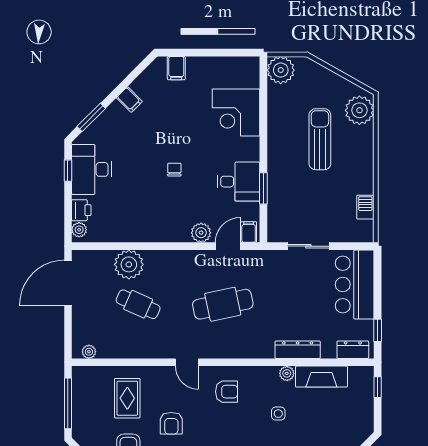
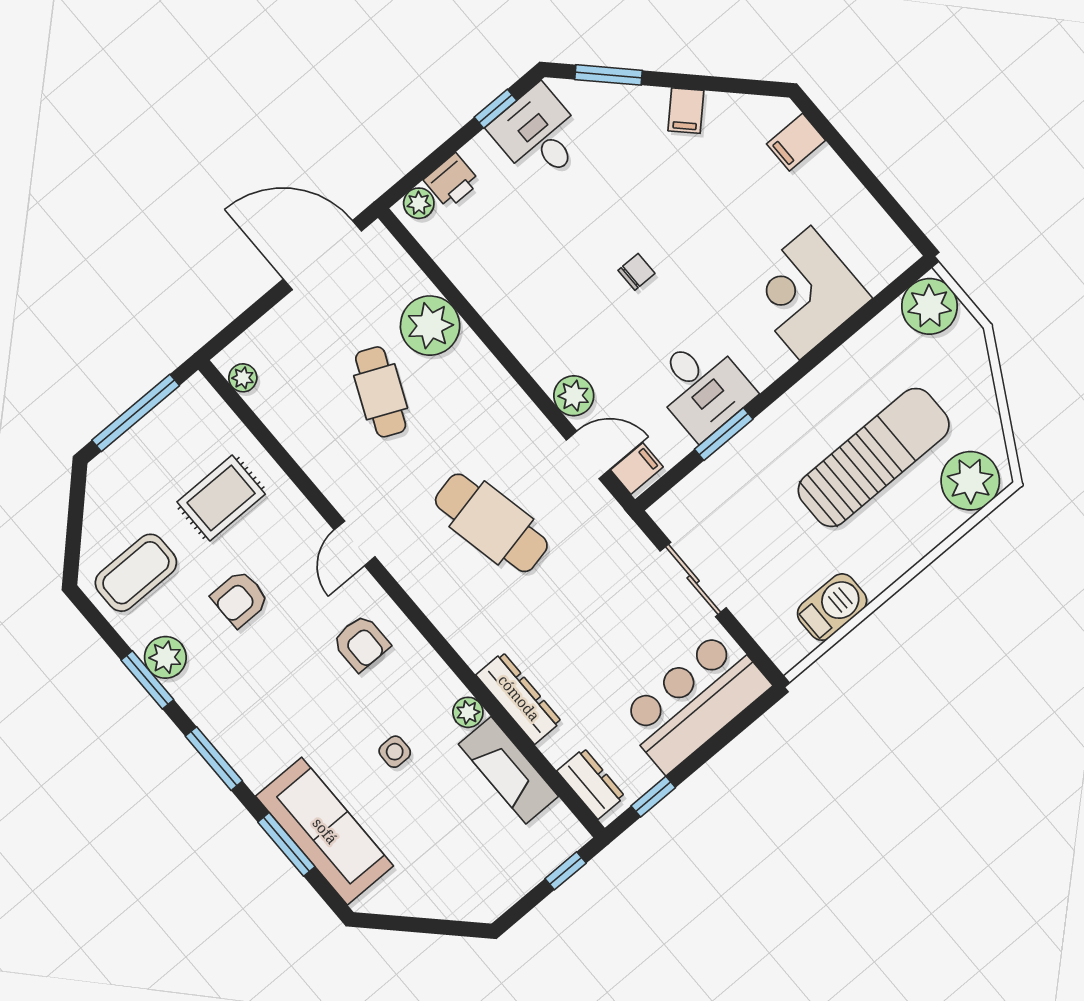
sun lounger: (320, 139) -> (874, 457), width x1.36, depth x1.34
desk: (91, 169) -> (539, 134), width x0.73
barbecue: (365, 207) -> (832, 607), width x1.38, depth x1.27

